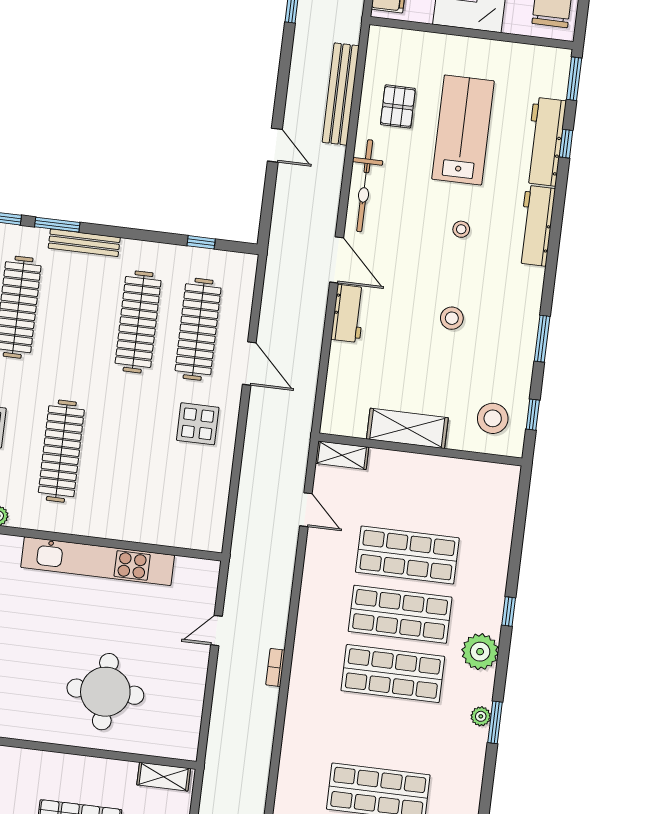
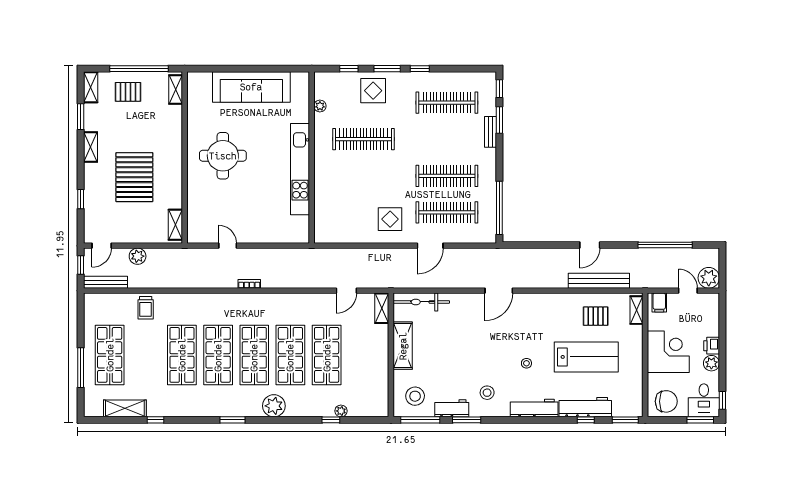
shelving: (396, 38) -> (637, 310), added
door: (275, 145) -> (590, 245), moved
bicycle: (365, 186) -> (421, 302), moved
window: (201, 242) -> (499, 208), width x3.17
bench: (84, 243) -> (490, 132), width x0.73
workbench: (348, 313) -> (452, 408), moved, turned 180
stool: (452, 318) -> (487, 393), moved
window: (533, 415) -> (420, 420), width x2.17
window: (509, 611) -> (331, 420), moved
door: (216, 631) -> (228, 246), moved
round table: (105, 692) -> (223, 156), moved
plant: (481, 716) -> (341, 411), moved
shop shelf: (386, 733) -> (218, 355), added

